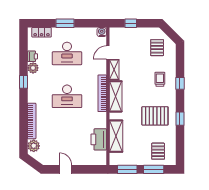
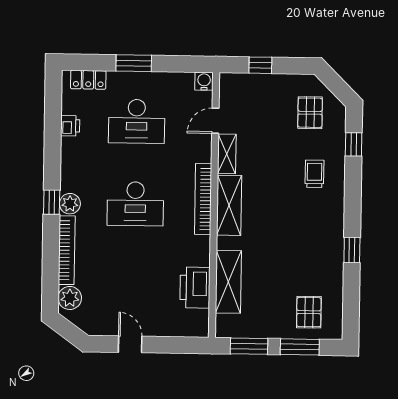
plant: (33, 68) -> (70, 204), moved
window: (23, 82) -> (52, 202), moved
window: (180, 83) -> (354, 144), moved
pallet: (155, 116) -> (304, 244), removed

